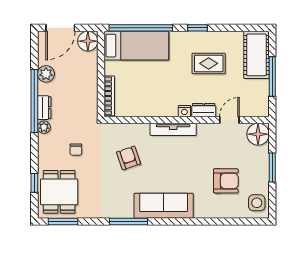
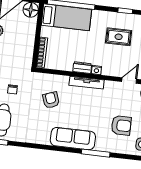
window: (198, 28) -> (125, 11), moved
dresser: (204, 110) -> (82, 68), moved
window: (129, 221) -> (96, 153), moved

